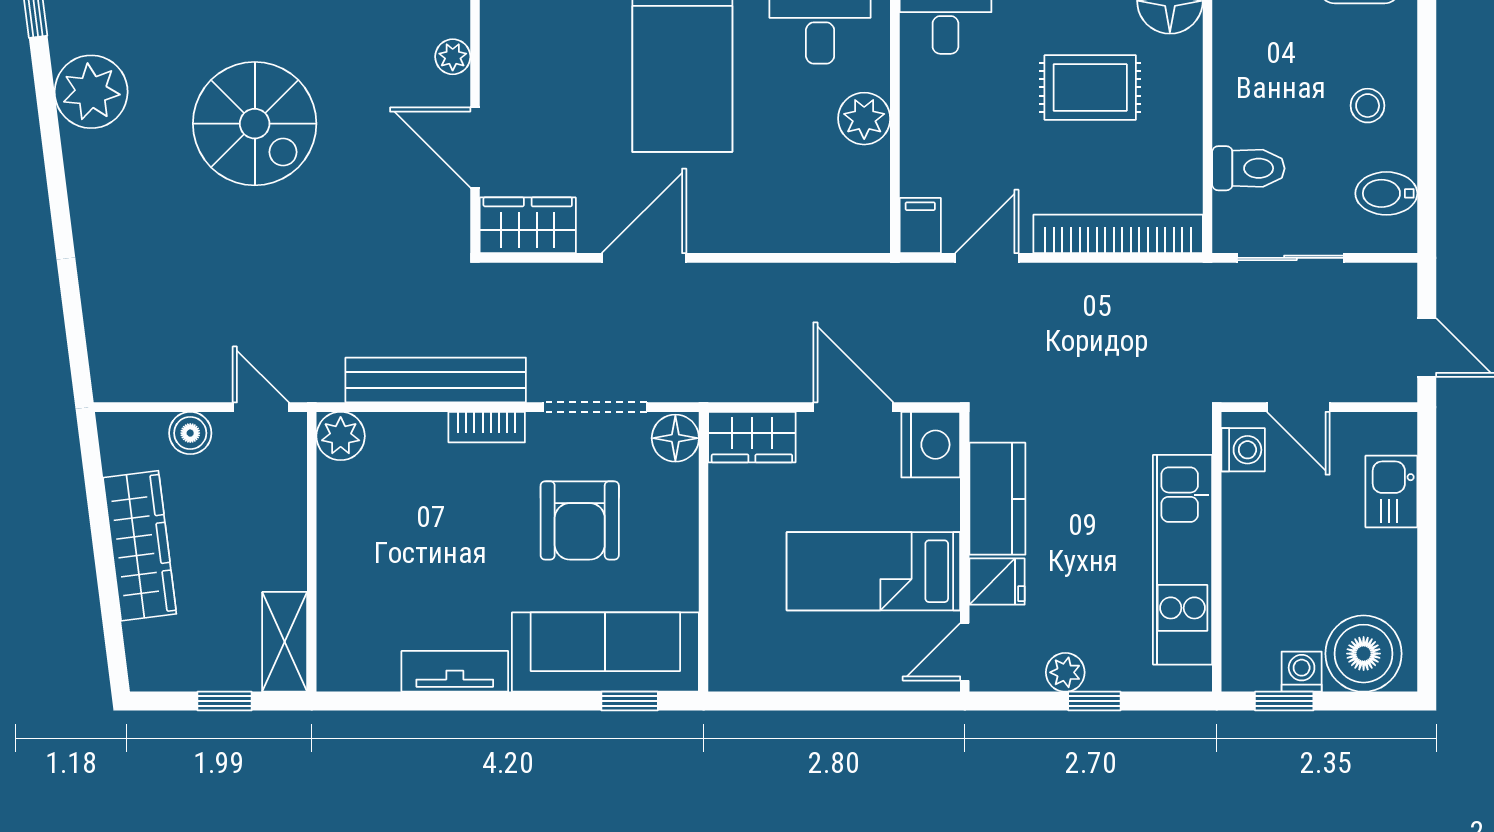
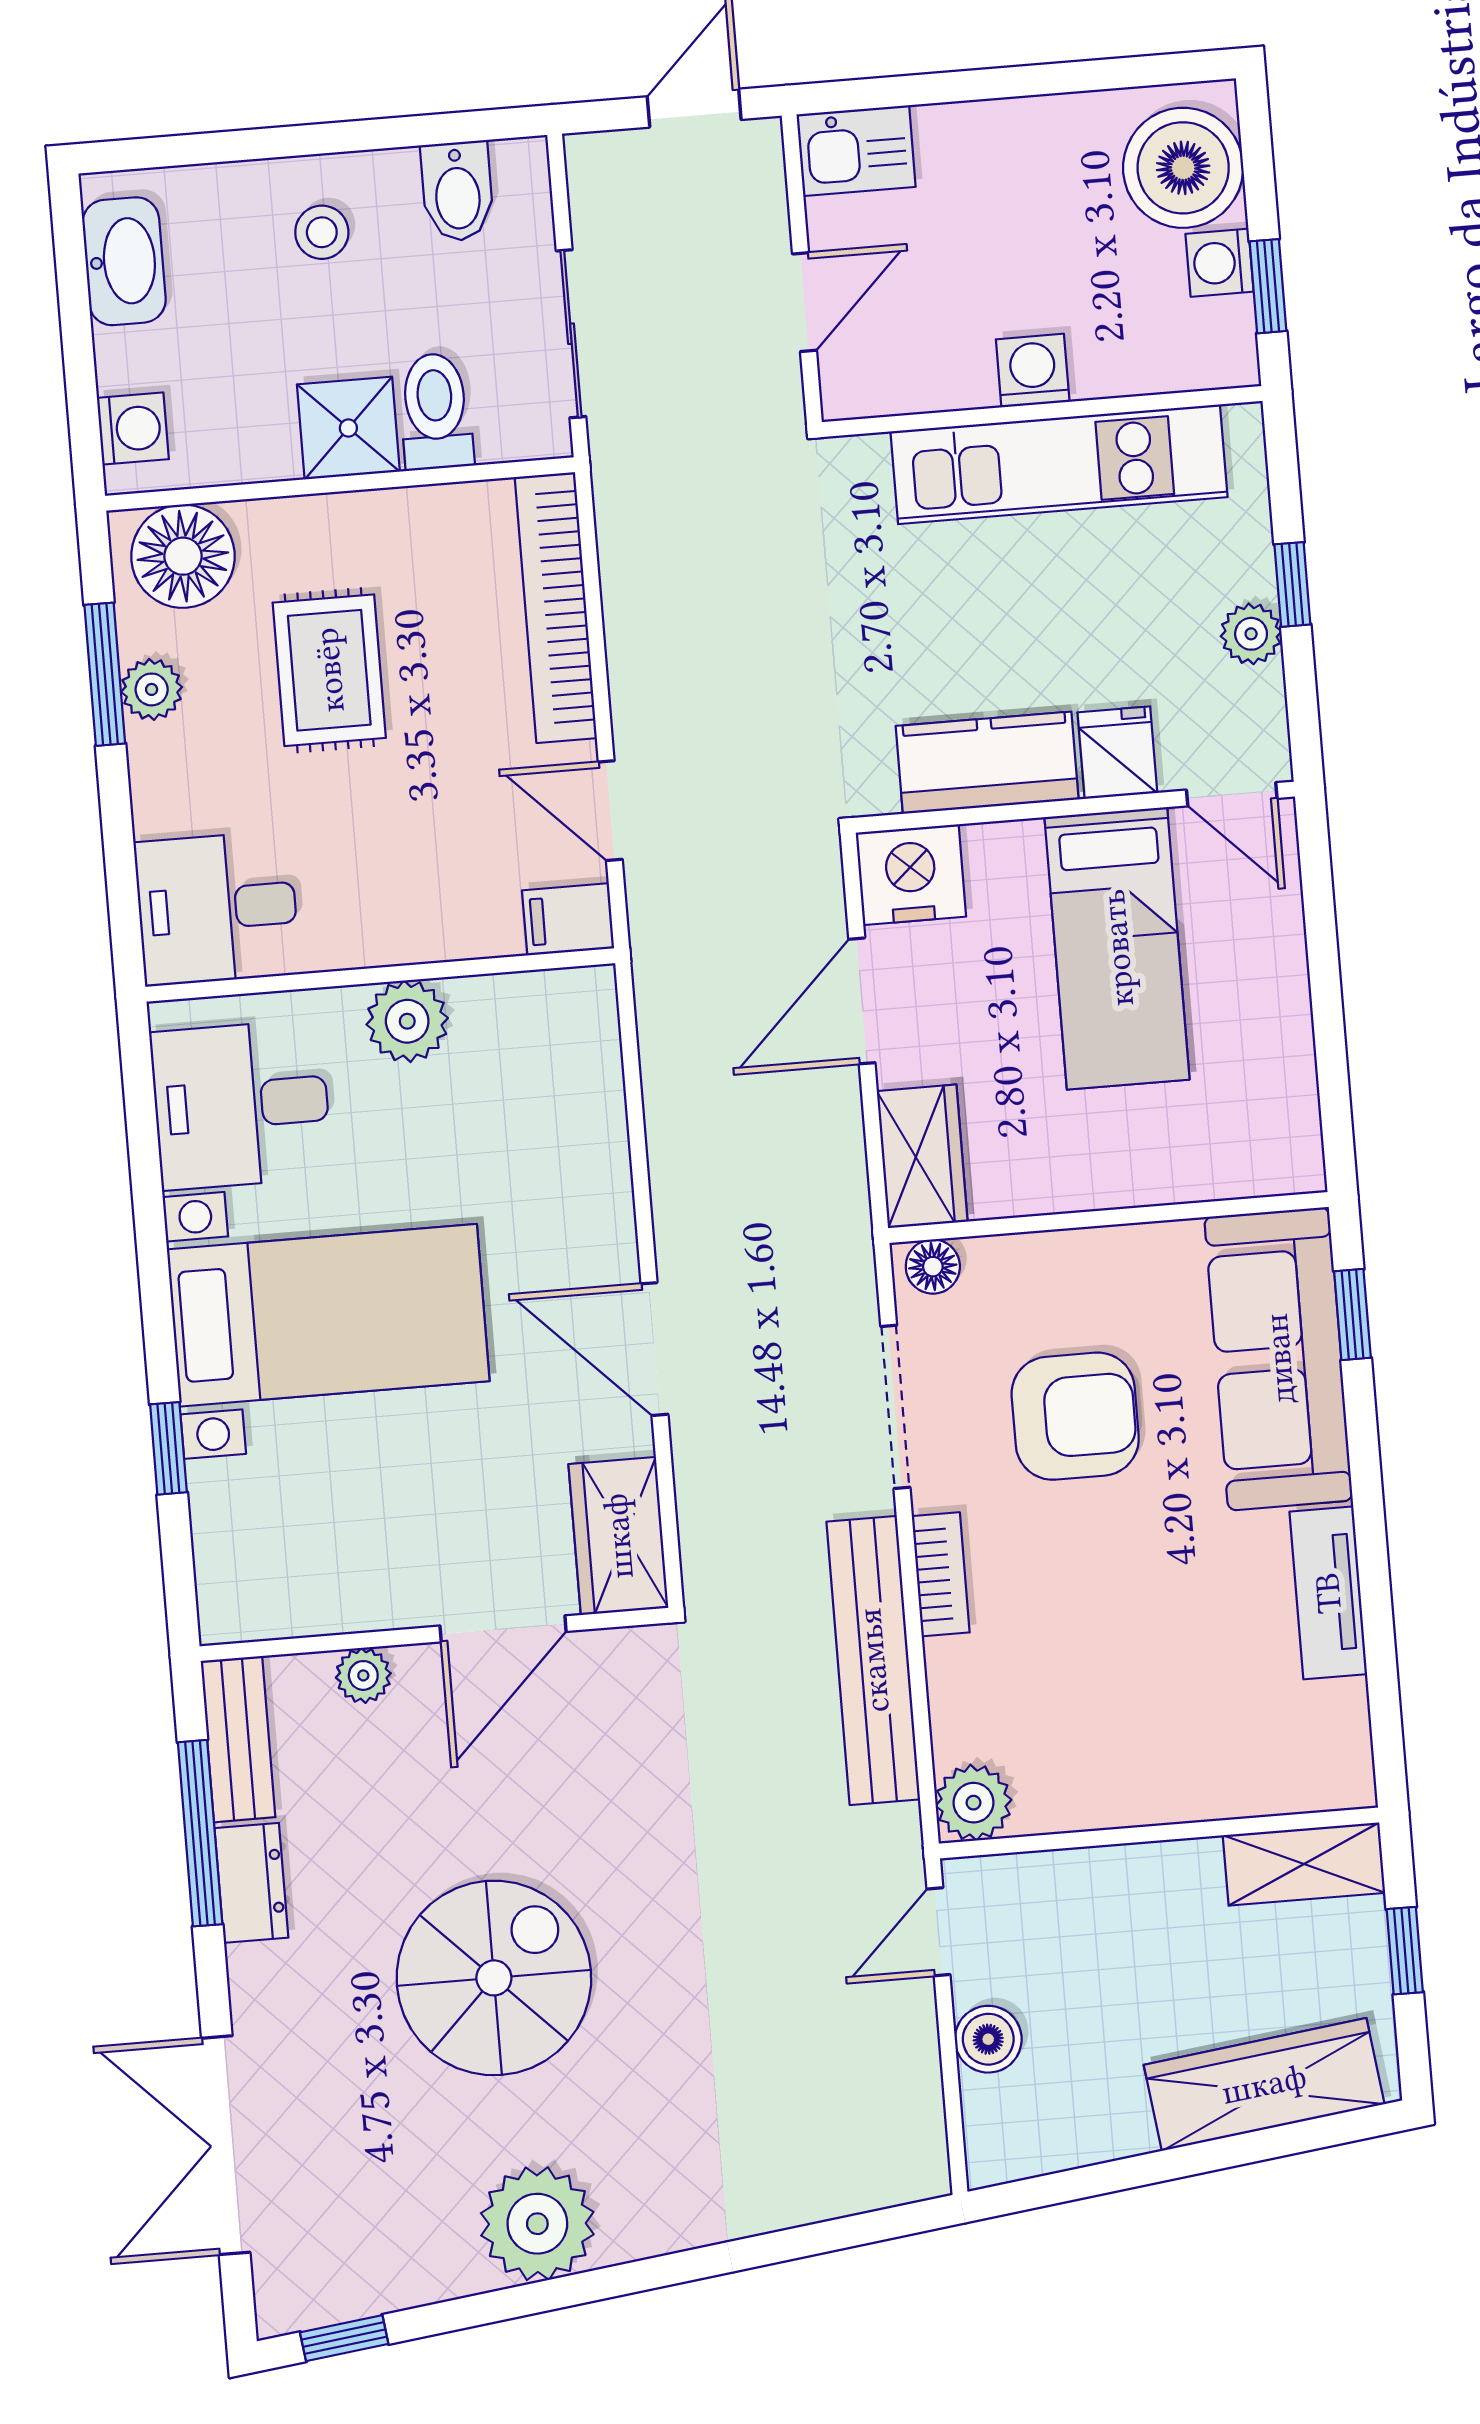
plant: (91, 92) -> (537, 2224), moved
shower: (1242, 112) -> (348, 428), added
floor lamp: (675, 438) -> (933, 1267), width x0.73, depth x0.73
washing machine: (1243, 450) -> (1033, 371), moved
kitchen sink: (1391, 491) -> (856, 151), moved
wardrobe: (140, 546) -> (1264, 2084), moved

